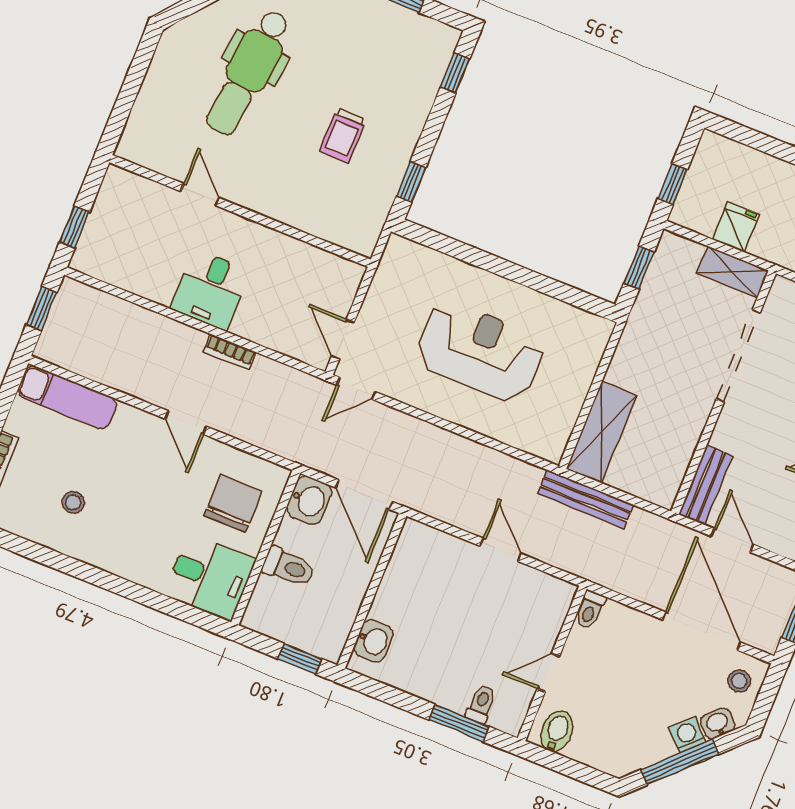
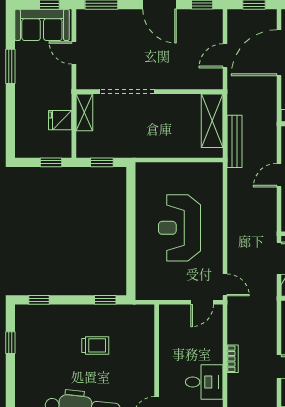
shelving: (602, 432) -> (212, 121), moved, turned 90
bench: (706, 485) -> (202, 81), removed

